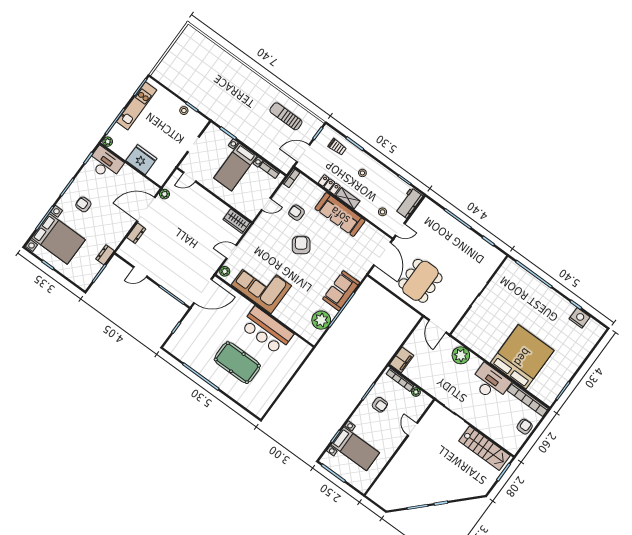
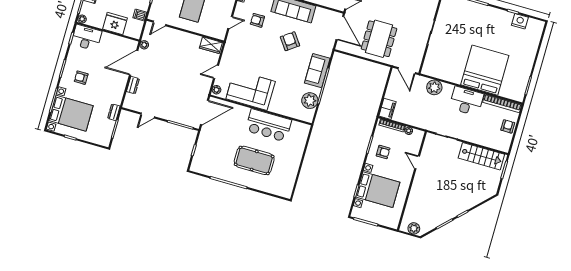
dishwasher: (172, 160) -> (140, 15), added
armchair: (301, 245) -> (290, 41), moved
bed with nightstands: (355, 449) -> (378, 190), width x1.36
plant: (383, 499) -> (414, 228), added

